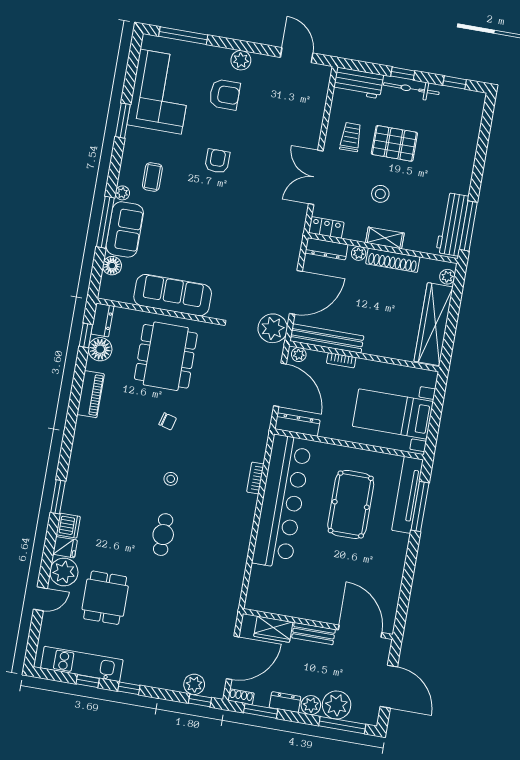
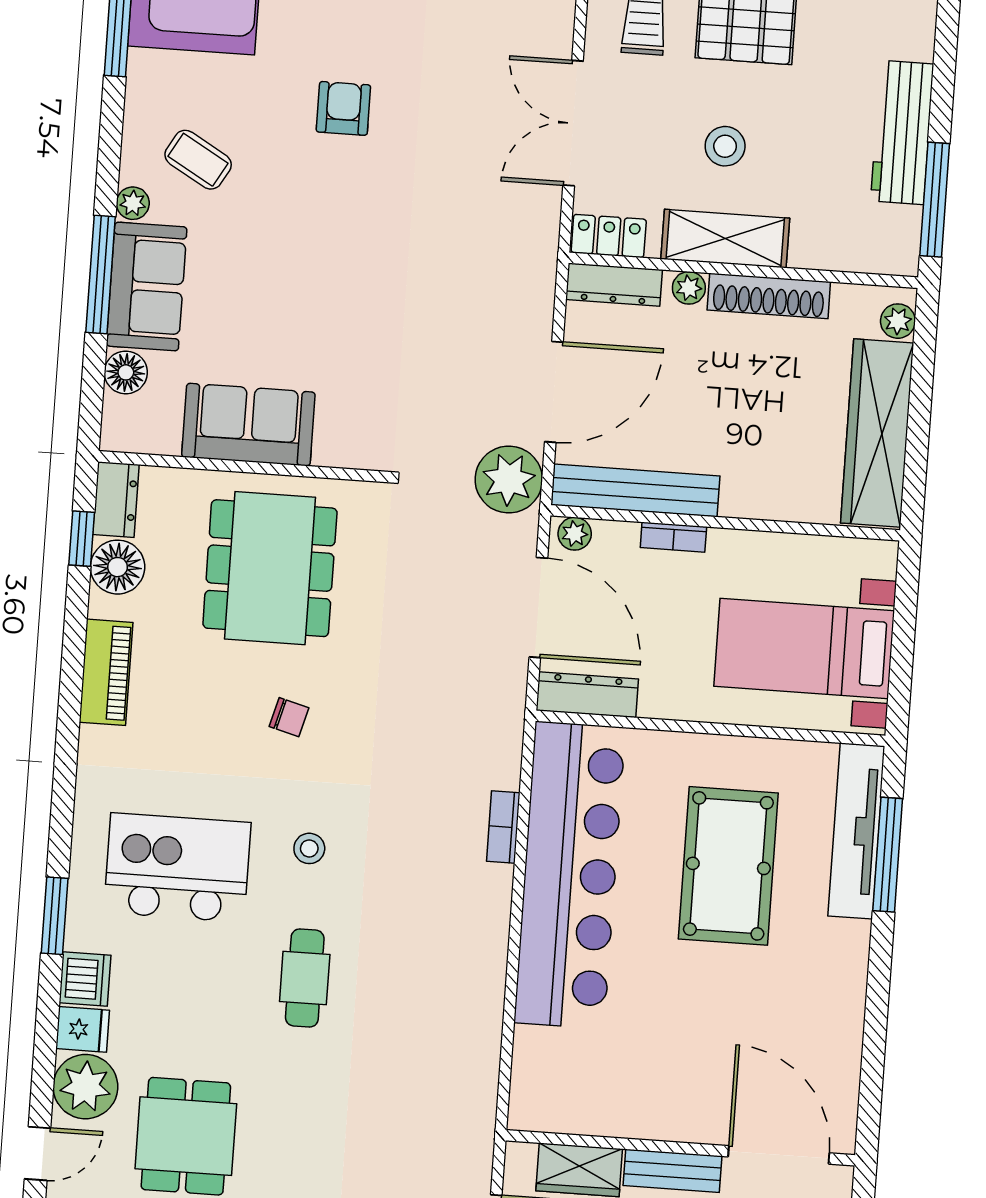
coffee table: (152, 177) -> (198, 160), turned -60
workbench: (452, 224) -> (902, 132), moved
shelving: (385, 238) -> (725, 239), width x1.50, depth x1.33
sofa: (173, 295) -> (248, 425), width x0.73
kitchen island: (113, 481) -> (177, 867), added

